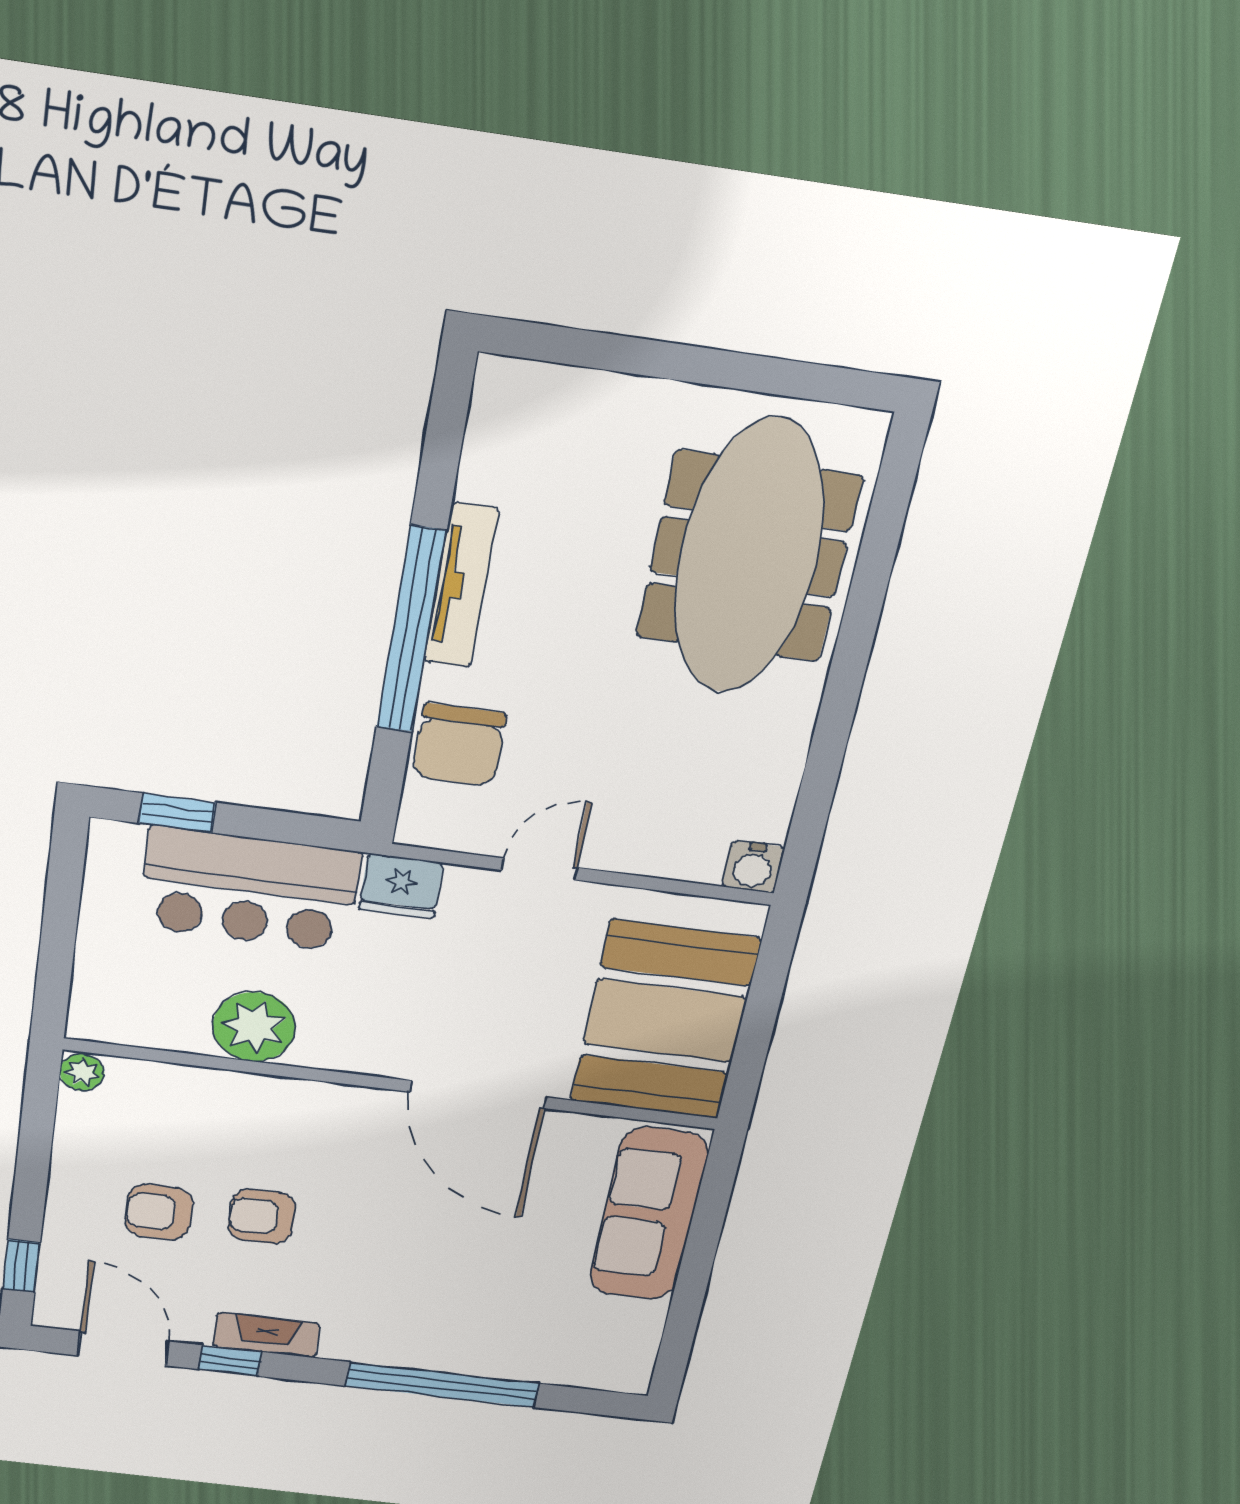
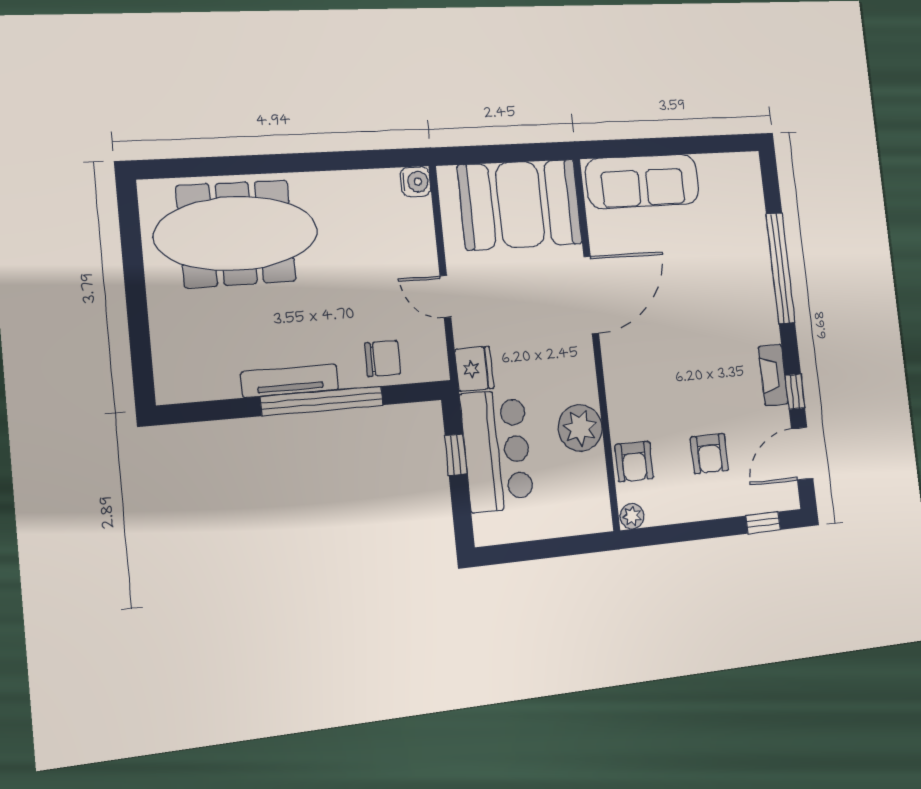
chair: (459, 745) -> (383, 359), width x0.73, depth x0.73
window: (177, 813) -> (456, 455), moved
armchair: (262, 1216) -> (634, 462), moved

